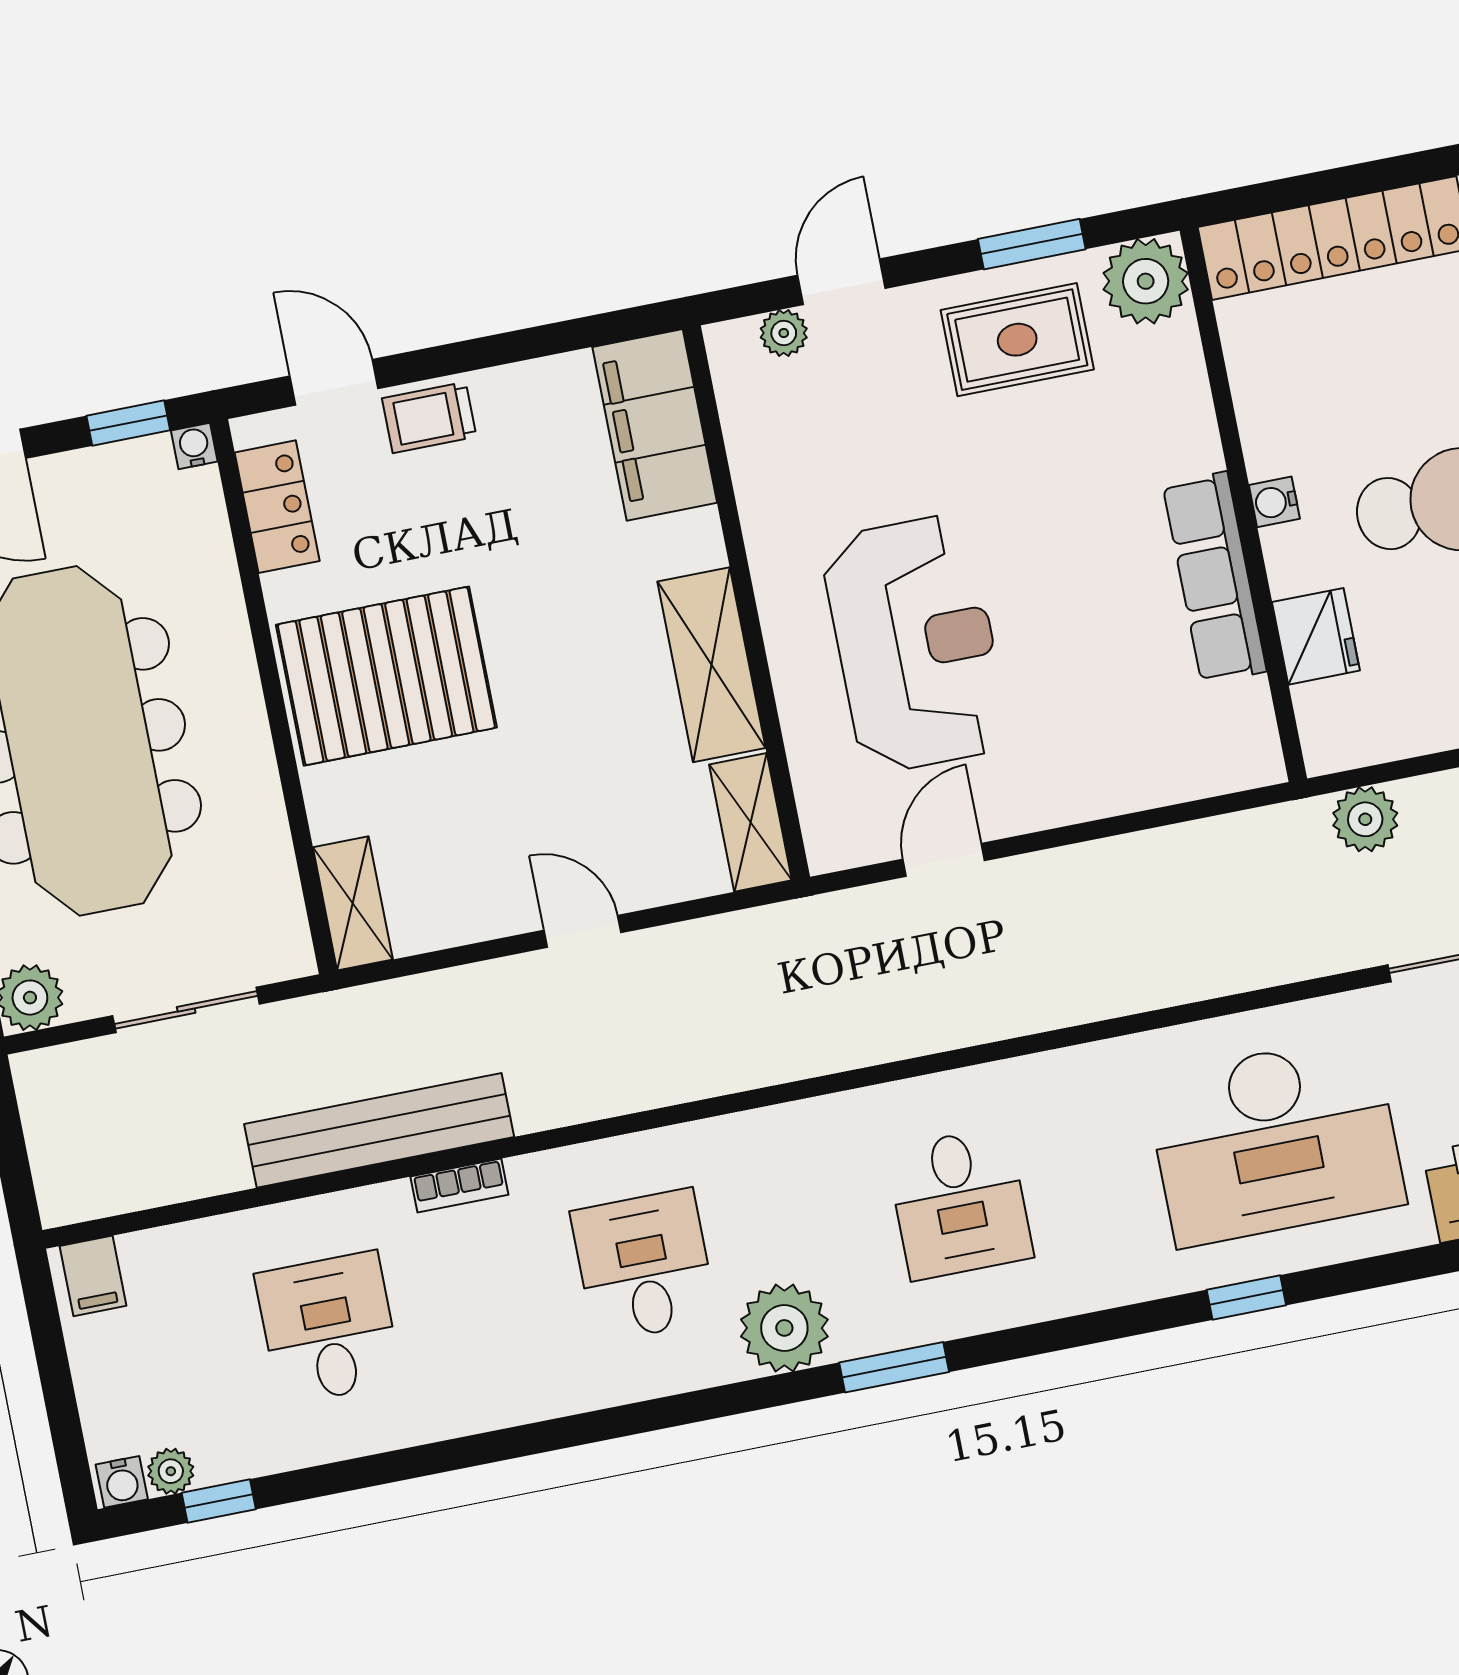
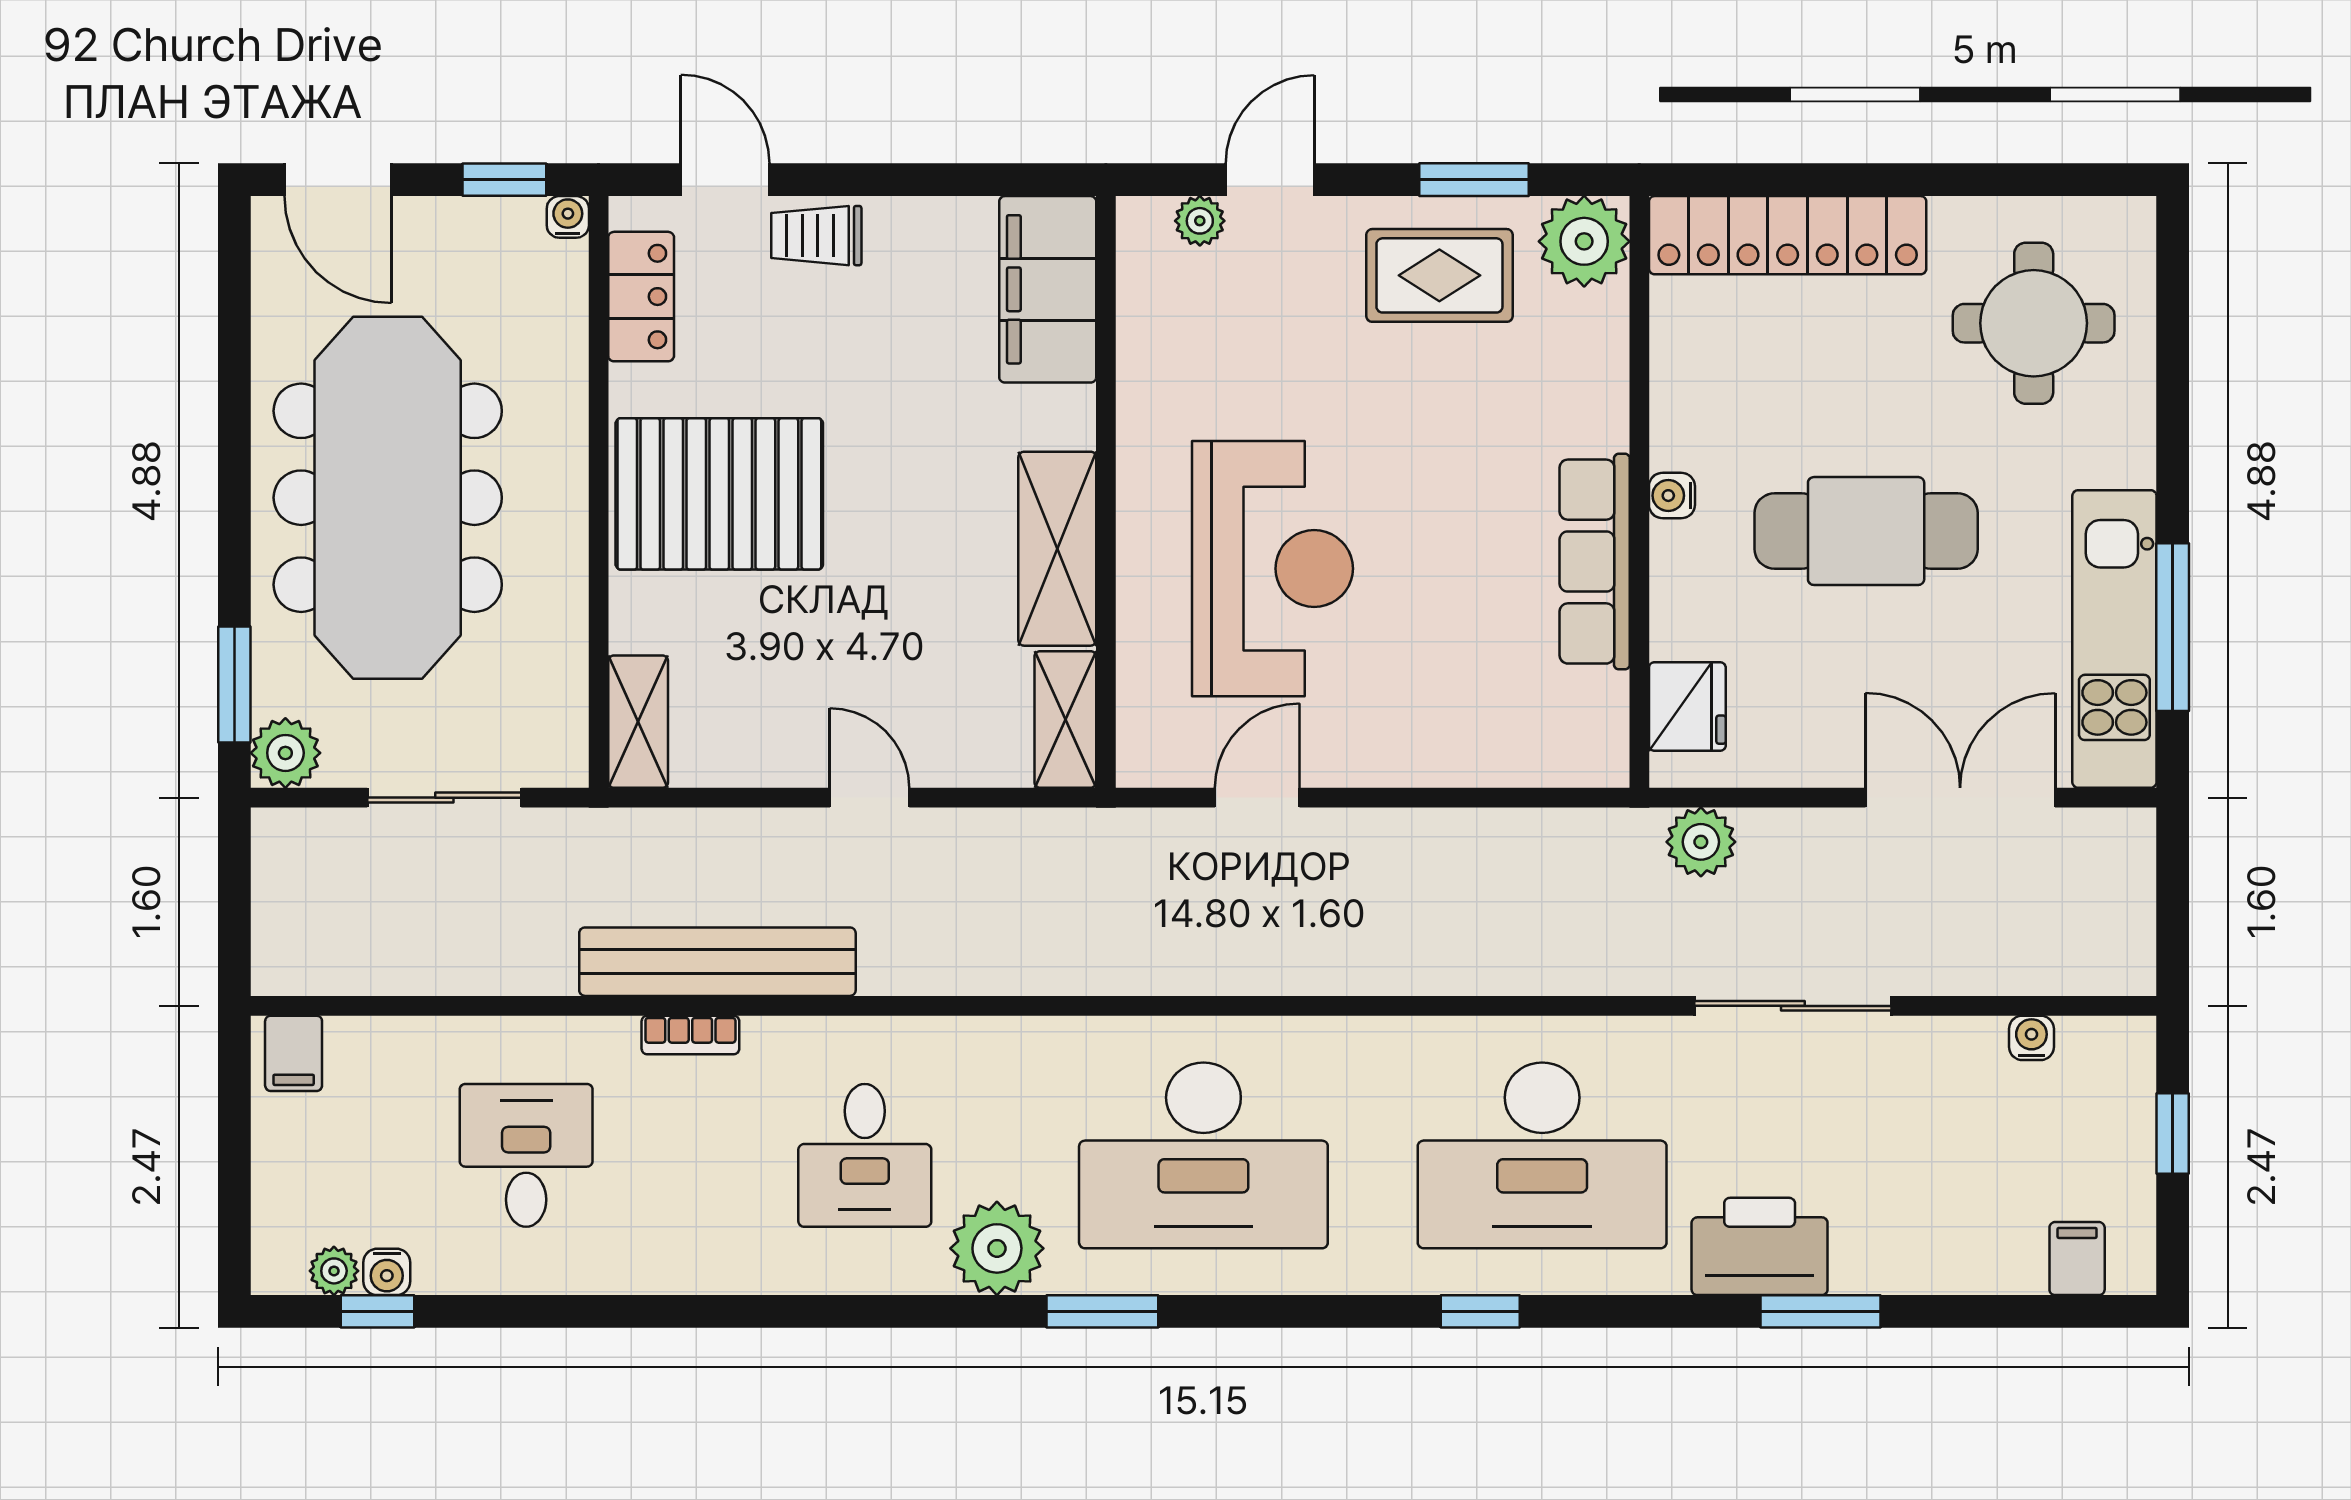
fridge: (1316, 636) -> (1687, 707), moved
bench: (379, 1130) -> (717, 962), moved
desk: (960, 1203) -> (1203, 1155), width x1.87, depth x1.30
desk: (644, 1266) -> (865, 1155), turned 180
water cooler: (122, 1482) -> (387, 1272), moved

